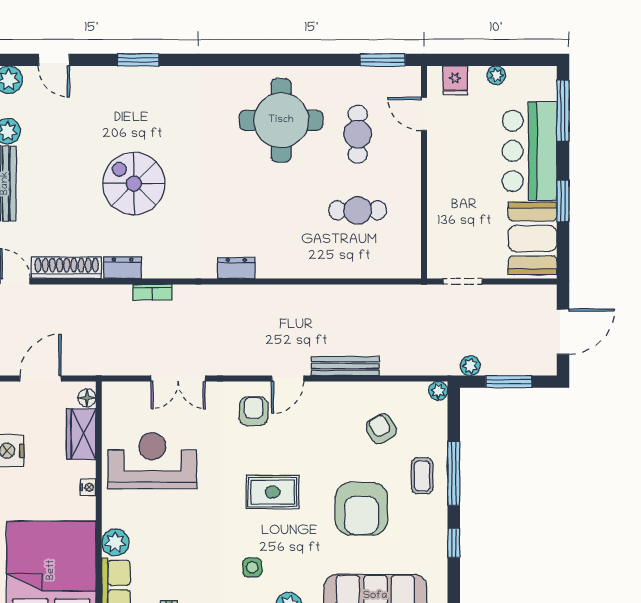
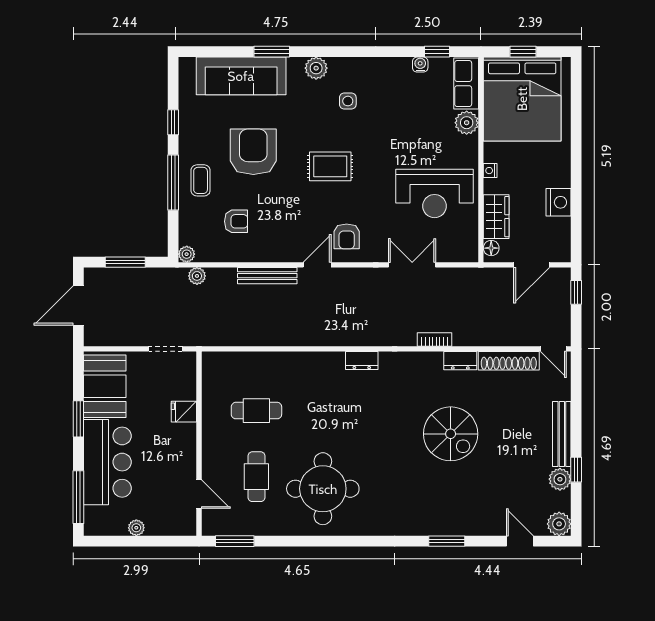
fridge: (455, 80) -> (184, 412), moved, turned -90
plant: (470, 366) -> (197, 276), moved
armchair: (381, 429) -> (236, 221), turned -59

